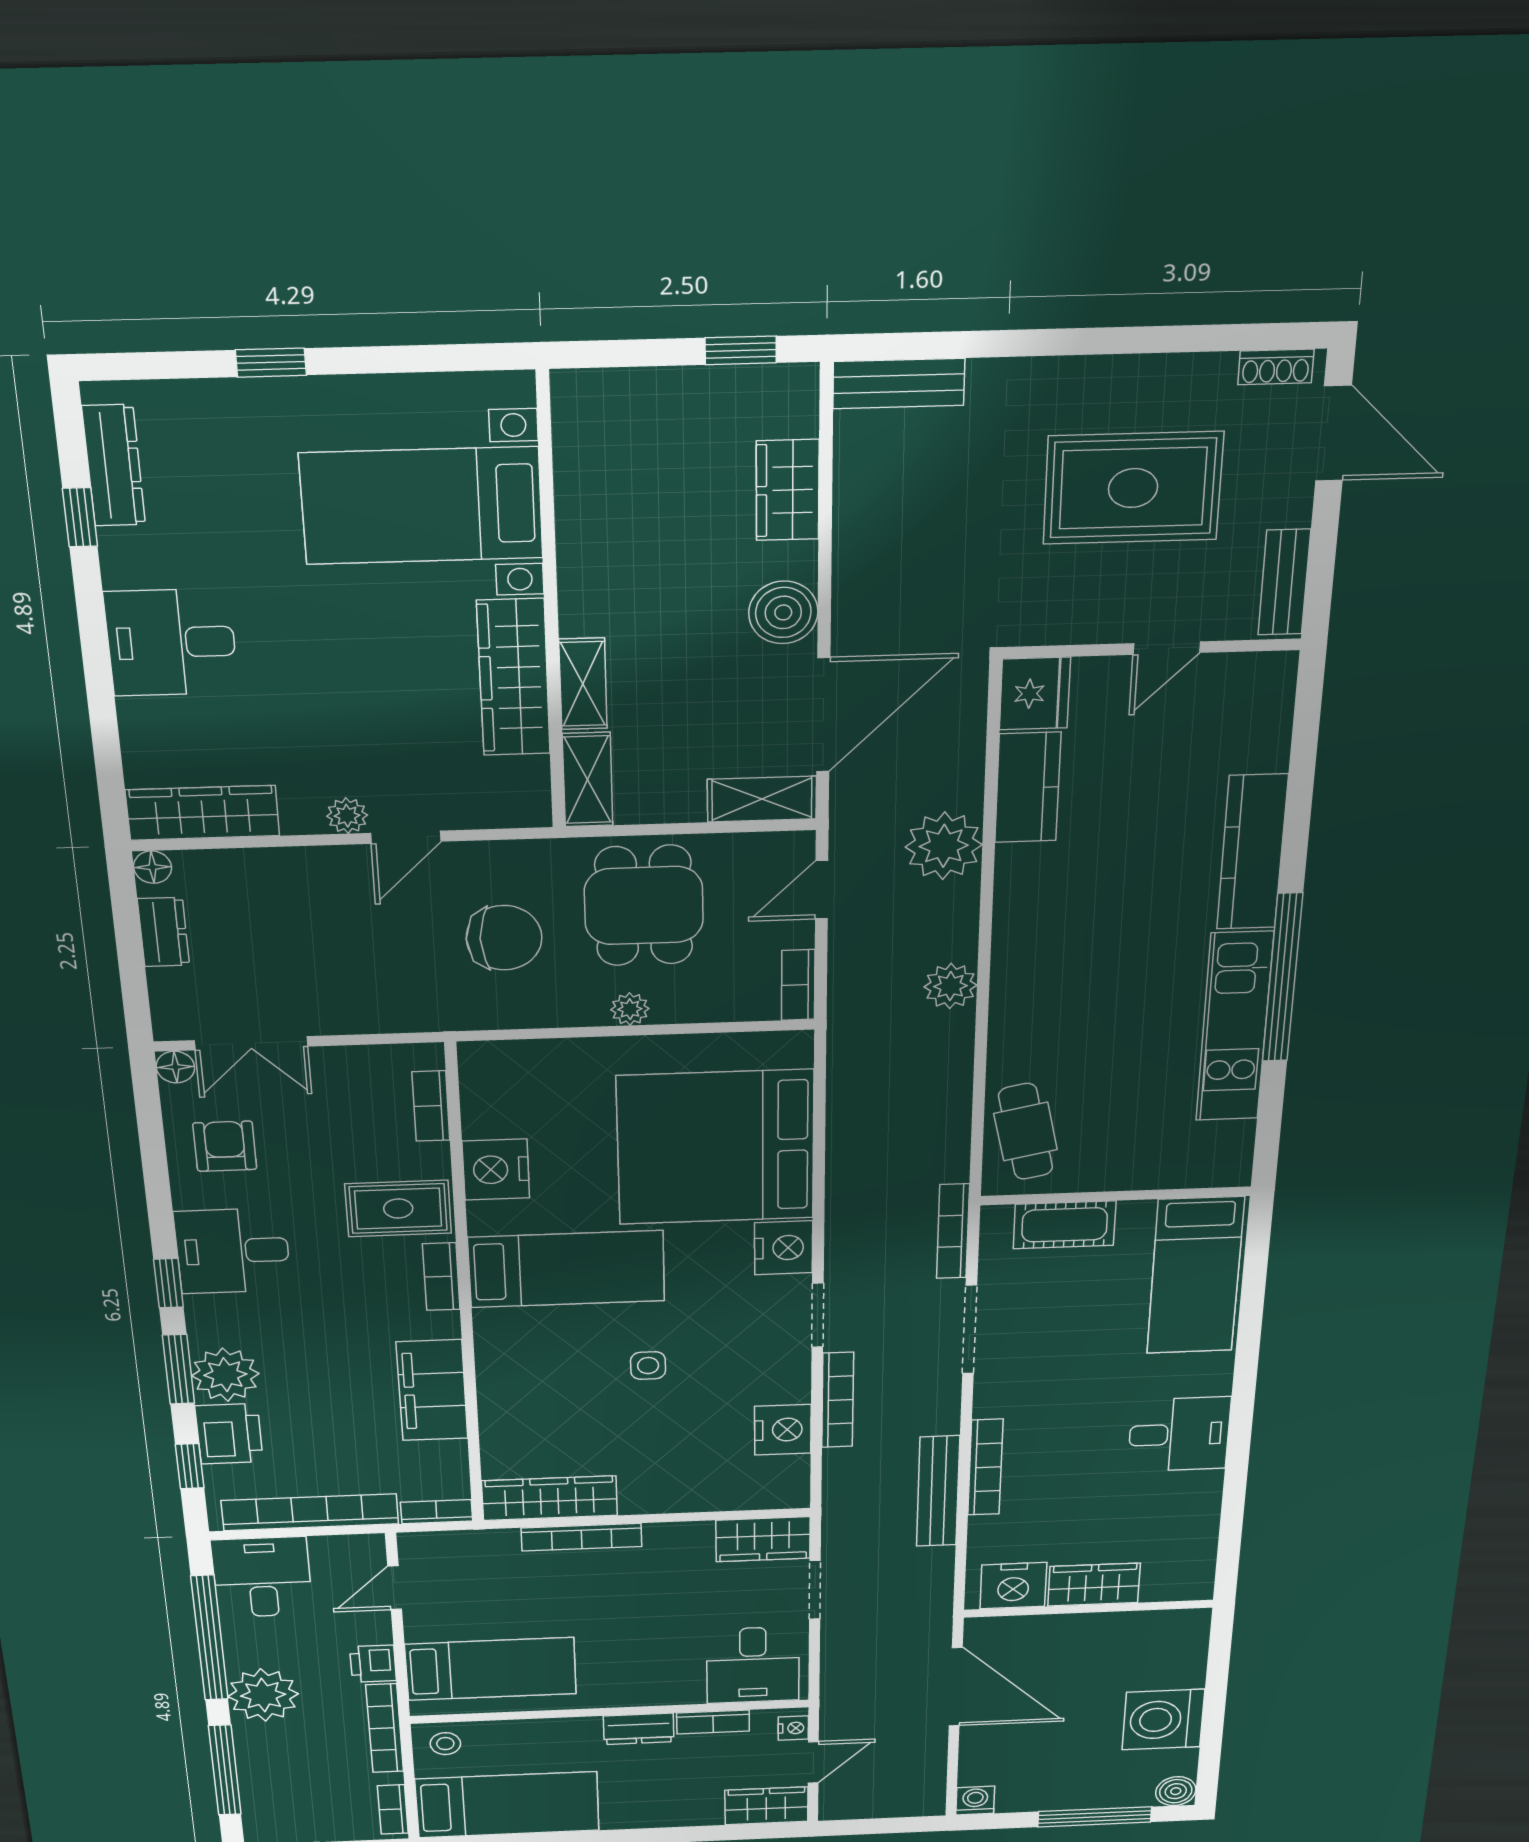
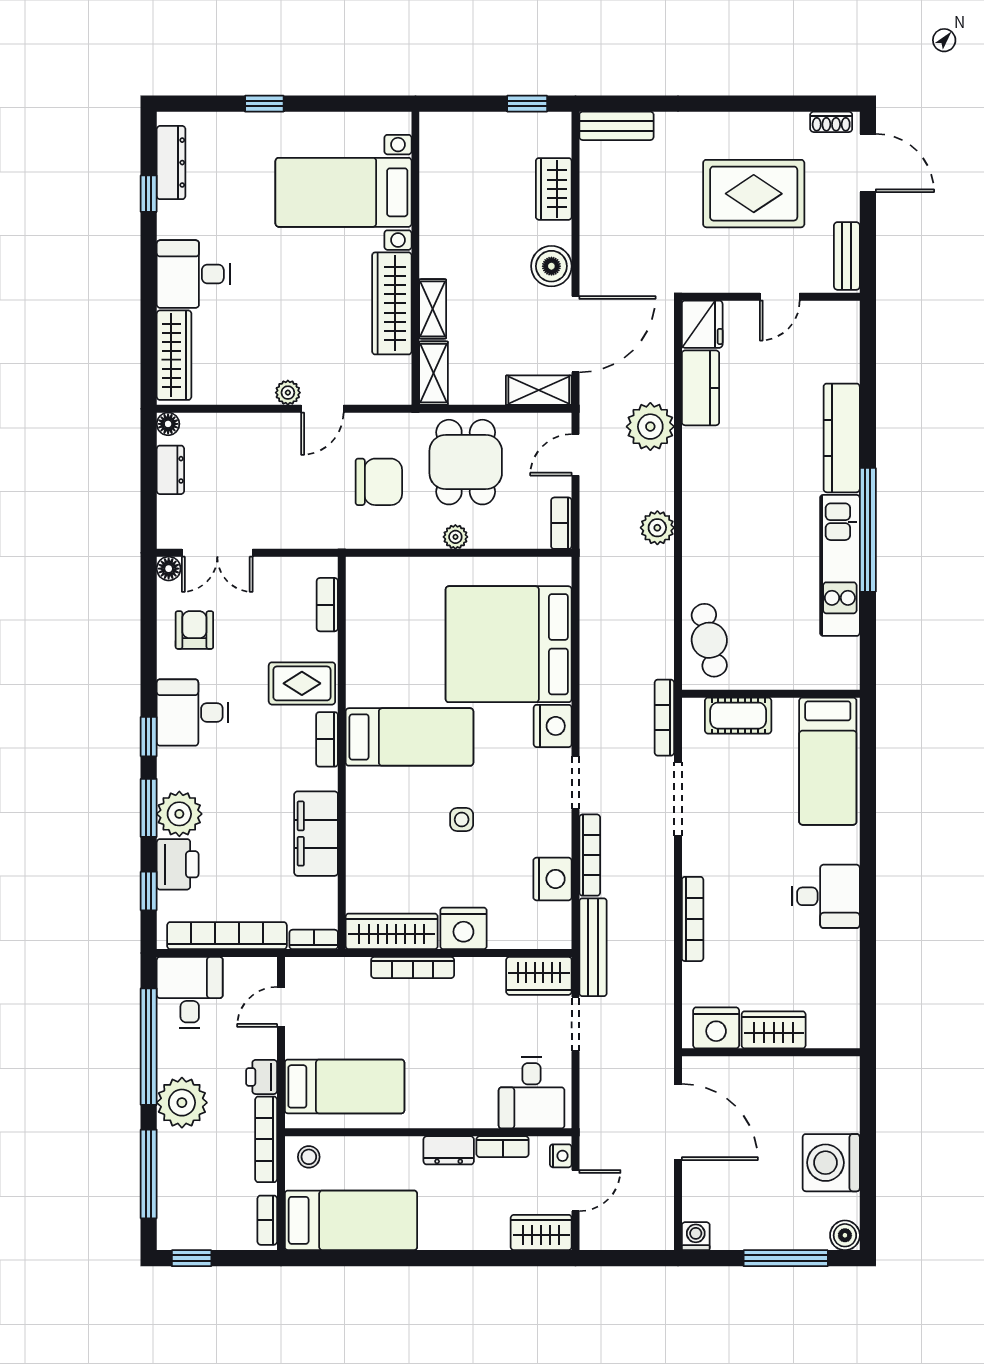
wardrobe: (203, 813) -> (174, 355), moved, turned 90
nightstand: (496, 1170) -> (463, 928), moved, turned -90
bench: (938, 1491) -> (593, 947), moved

